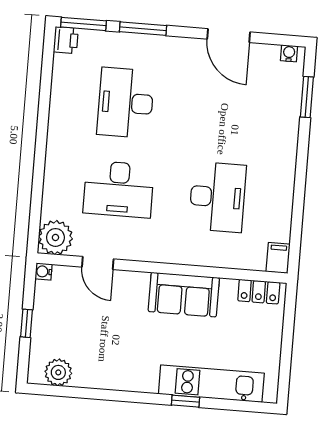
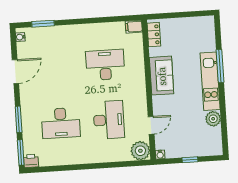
plant: (58, 372) -> (213, 119), moved
kitchen unit: (211, 384) -> (210, 81), moved
window: (186, 401) -> (220, 66), width x2.17

